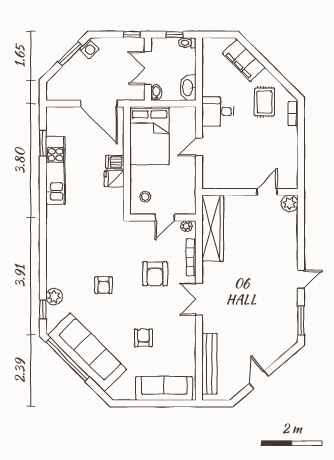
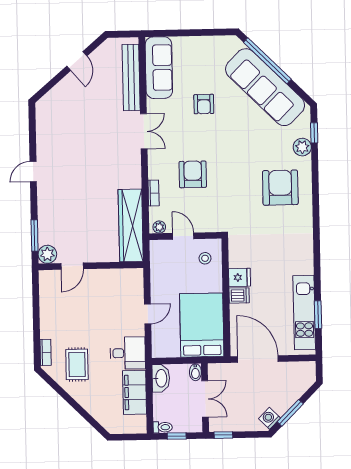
filing cabinet: (244, 60) -> (135, 392), moved, turned -135
kitchen unit: (56, 170) -> (304, 312), moved
door: (165, 218) -> (183, 236), hinge flipped
bookcase: (191, 257) -> (154, 193), width x0.64
armchair: (104, 285) -> (280, 188), moved, width x1.88, depth x1.88
double door: (199, 299) -> (144, 131), moved
window: (301, 320) -> (35, 236), moved
window: (68, 360) -> (267, 61), moved
sofa: (164, 388) -> (159, 68), moved, turned -90

